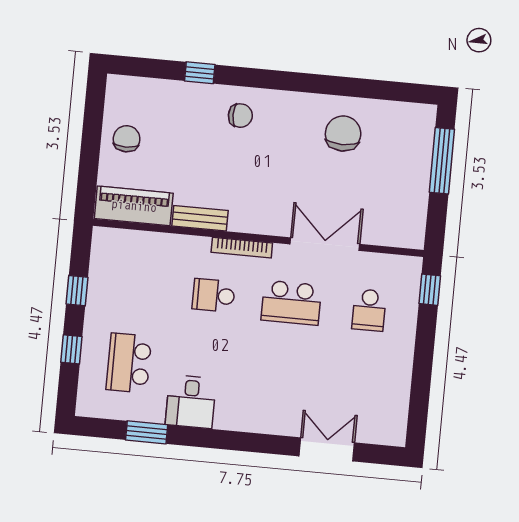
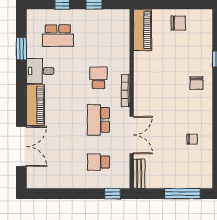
chair: (343, 133) -> (192, 139), width x0.54, depth x0.54
bench: (200, 218) -> (139, 174), moved
school desk: (129, 363) -> (58, 36), turned 180
piano: (253, 416) -> (35, 105), added
double door: (327, 449) -> (21, 146), width x1.37

